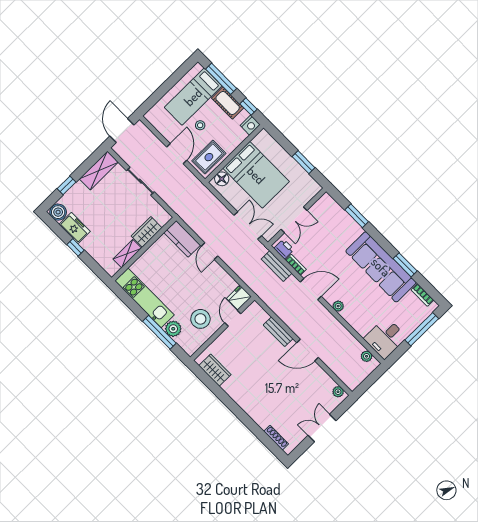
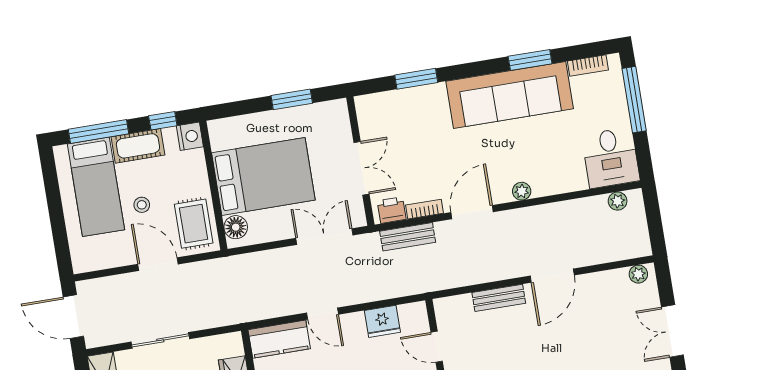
fridge: (239, 298) -> (382, 321), moved, turned -90

